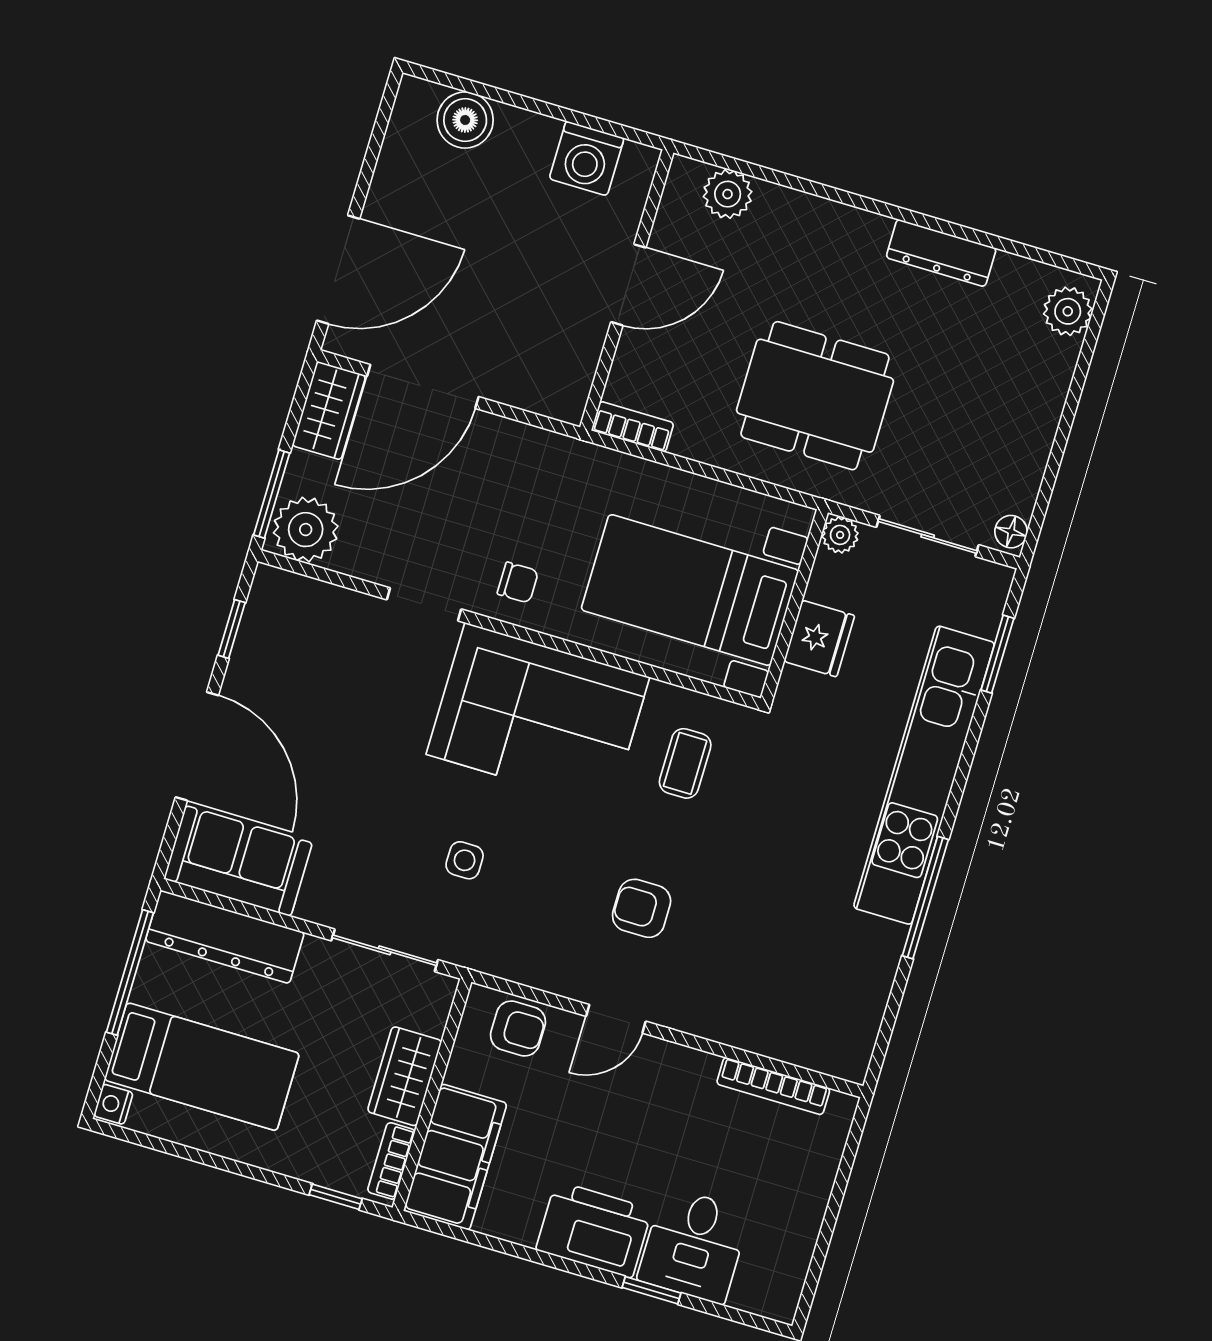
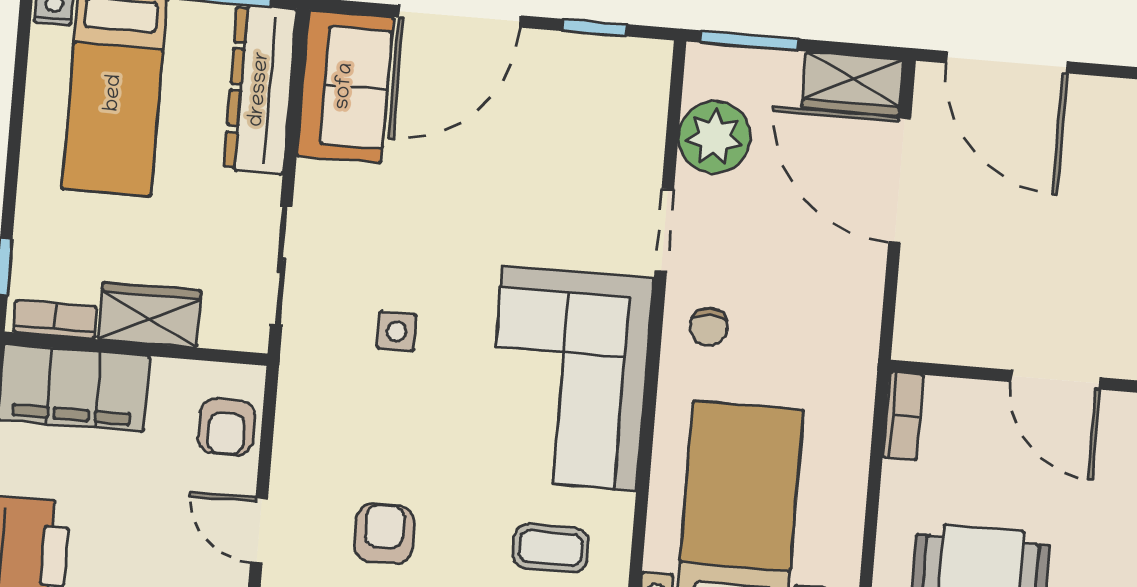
plant: (306, 530) -> (714, 137), moved

